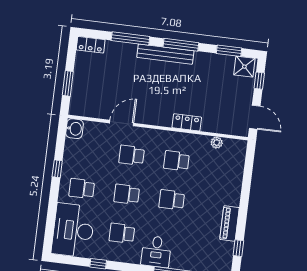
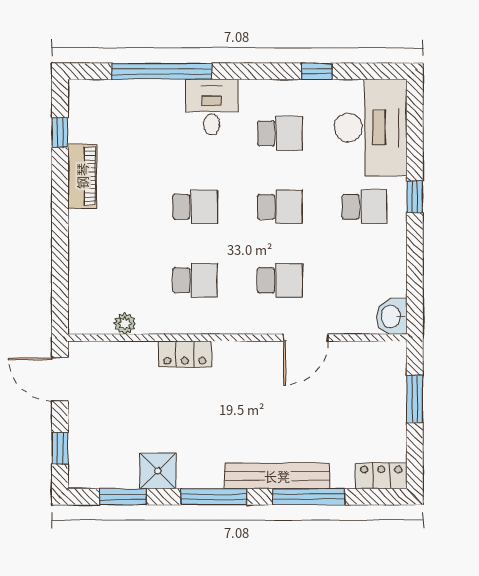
bench: (165, 54) -> (277, 476), moved
shower: (244, 67) -> (158, 471), moved
window: (57, 169) -> (415, 197), moved

